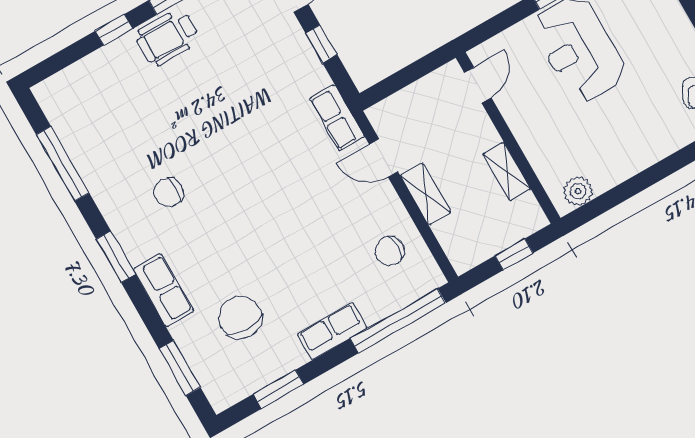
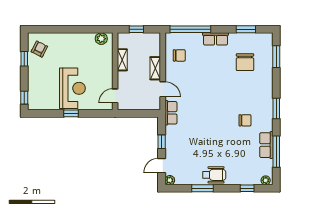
window: (114, 30) -> (247, 188), moved
plant: (50, 89) -> (266, 180), added
row of seats: (163, 290) -> (266, 145), moved

